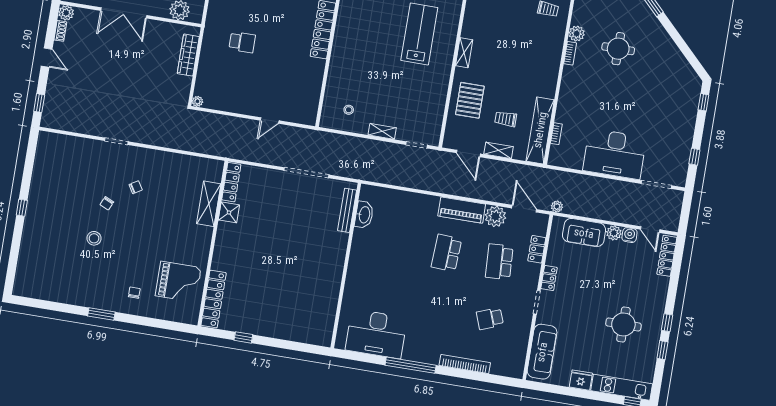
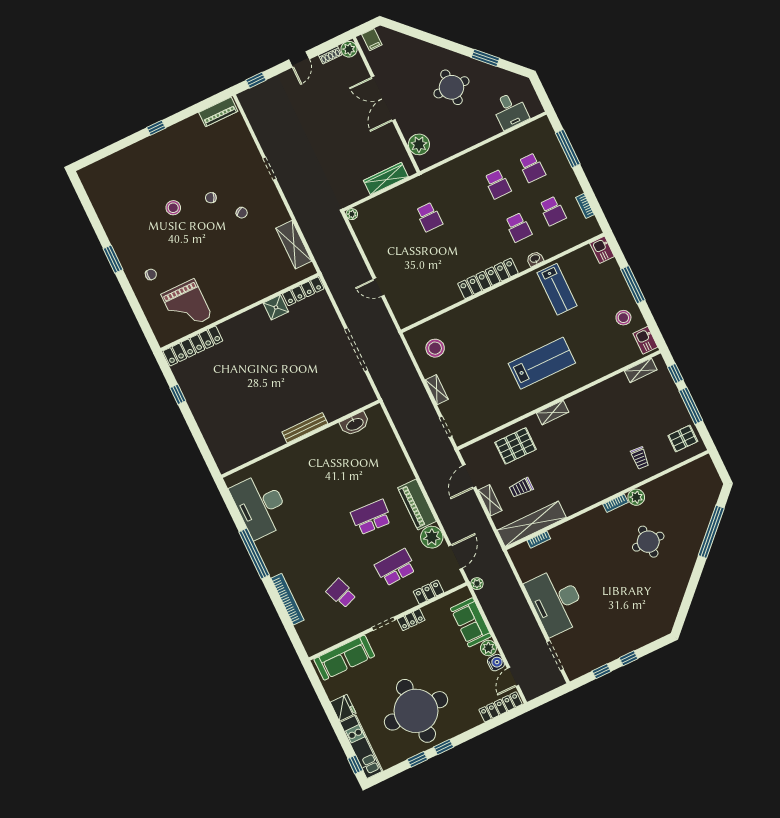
window: (703, 102) -> (628, 658), moved
stool: (349, 110) -> (435, 348), width x1.89, depth x1.89
trolley: (506, 119) -> (521, 488), turned -90
piano: (43, 150) -> (218, 112), added
shelving: (209, 204) -> (294, 245), moved, turned 90
bench: (347, 210) -> (305, 428), moved
round table: (623, 324) -> (416, 711), width x1.86, depth x1.86

